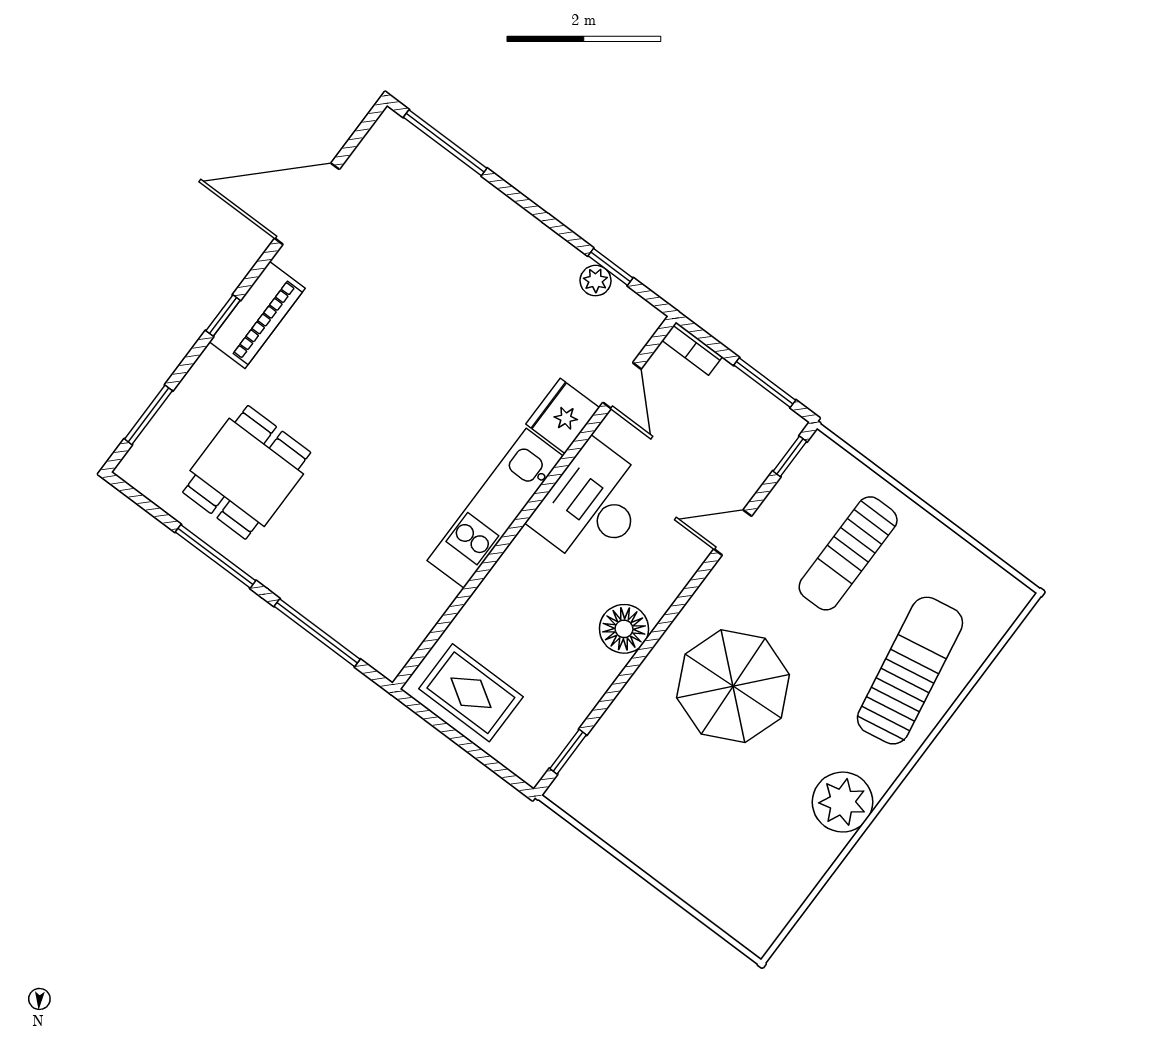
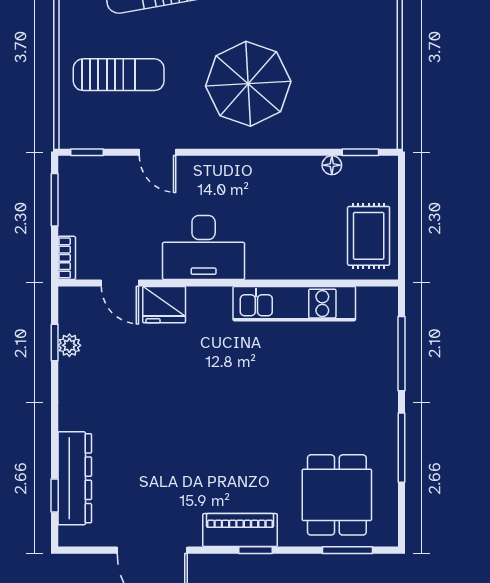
window: (445, 143) -> (55, 495), width x0.46
dresser: (448, 178) -> (75, 478), added
door: (622, 386) -> (120, 283), swing flipped
dining table: (247, 472) -> (337, 495), moved, turned 90
kitchen unit: (495, 508) -> (294, 304), moved
floor lamp: (624, 629) -> (332, 165), moved, width x0.53, depth x0.53

